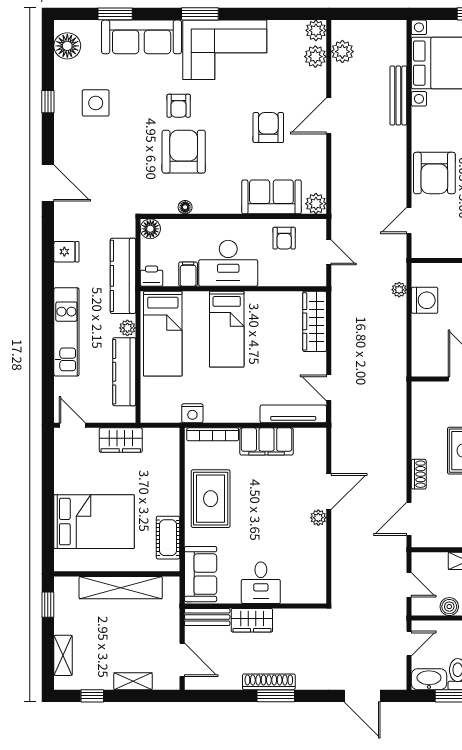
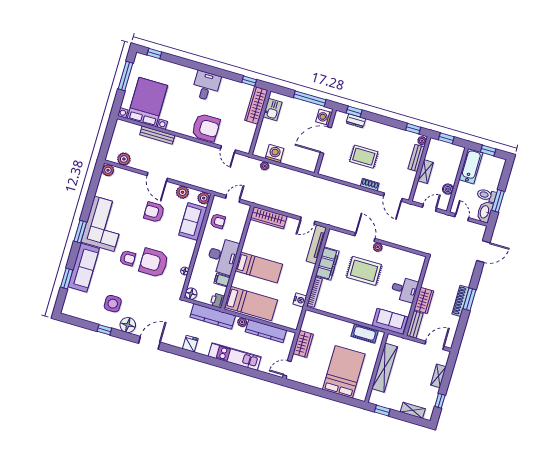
floor lamp: (67, 46) -> (128, 325), moved
plant: (315, 57) -> (182, 192), moved
rug: (211, 499) -> (364, 271), moved

